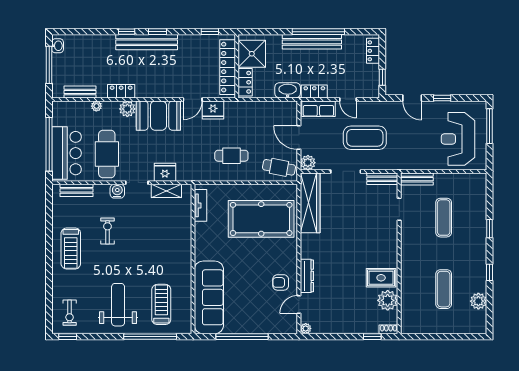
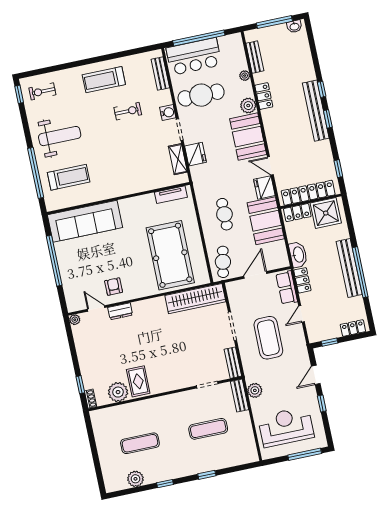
booth: (247, 116) -> (266, 221), added
plant: (308, 163) -> (255, 390), moved
dresser: (307, 276) -> (120, 311), width x0.70

